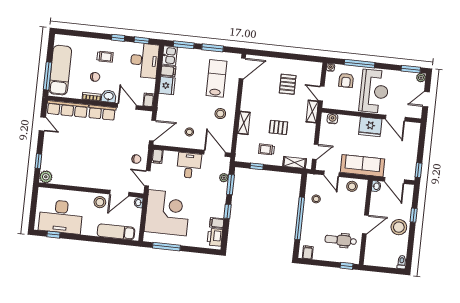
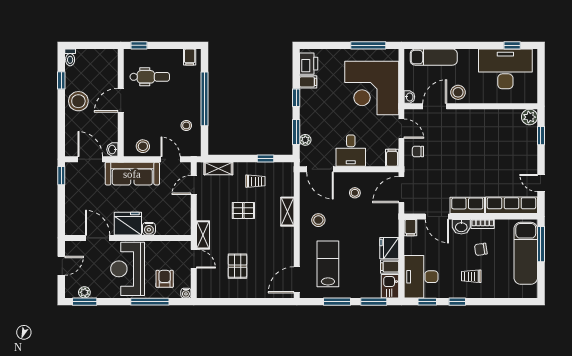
lab bench: (216, 78) -> (328, 264), turned 180
plant: (421, 78) -> (84, 292), moved
water cooler: (332, 119) -> (149, 229), moved
window: (414, 215) -> (61, 80), moved

